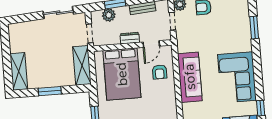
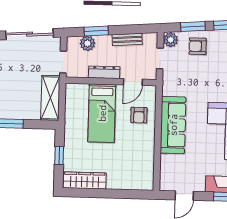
sliding door: (58, 13) -> (30, 34), width x1.37
dresser: (130, 38) -> (104, 72), width x1.44
bed: (122, 74) -> (102, 113), width x0.67

